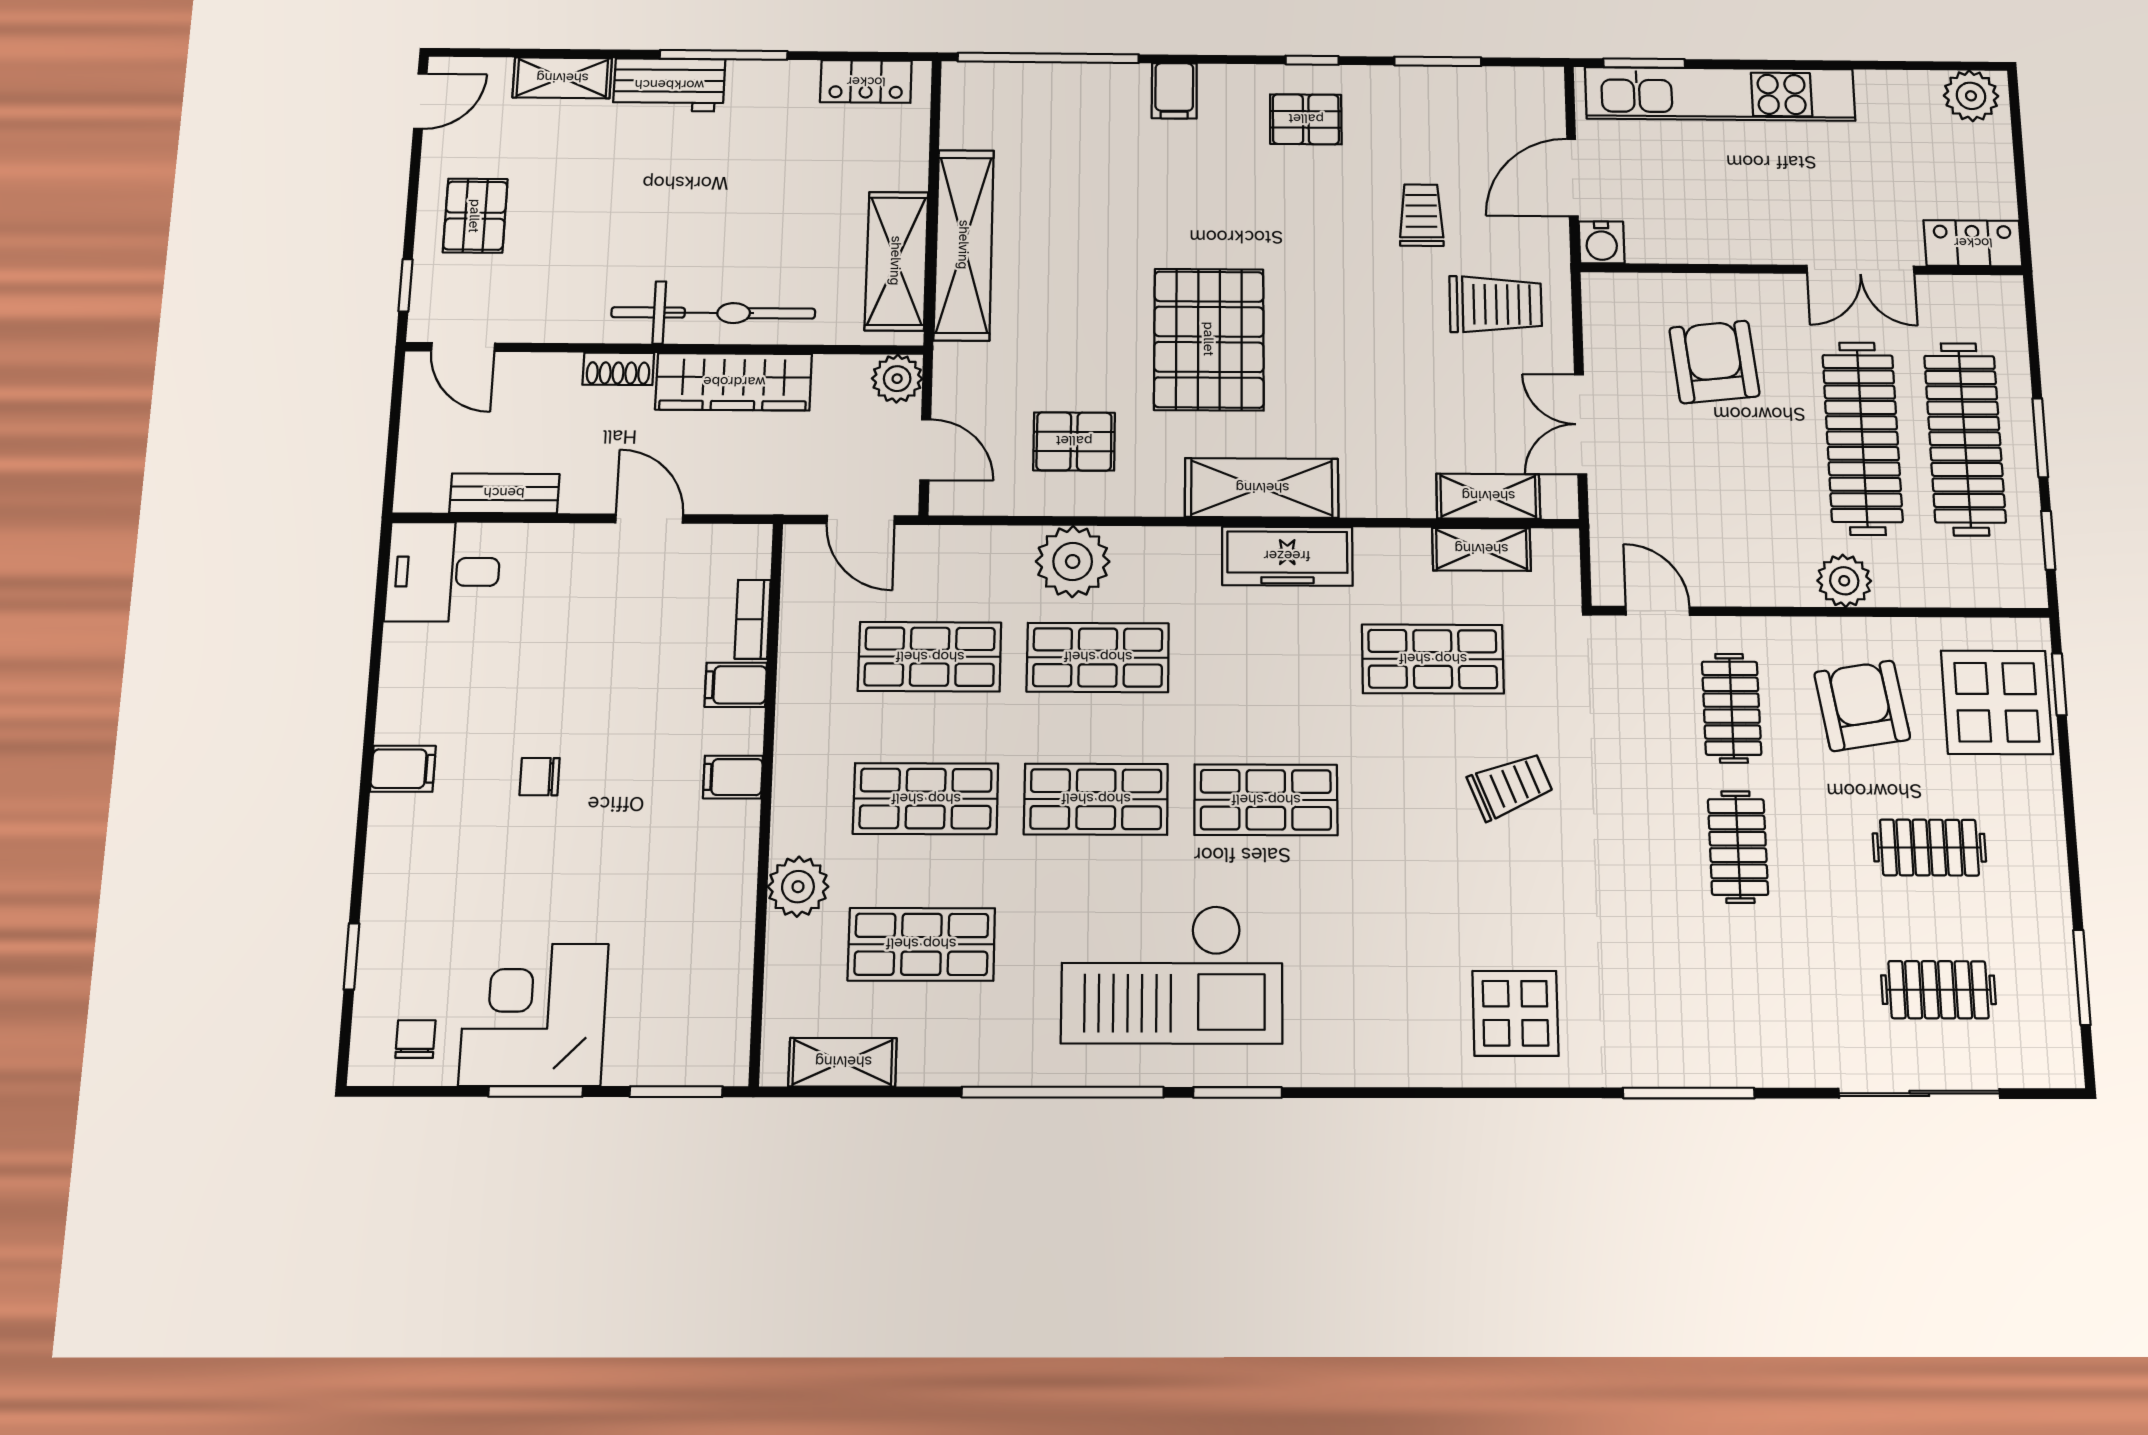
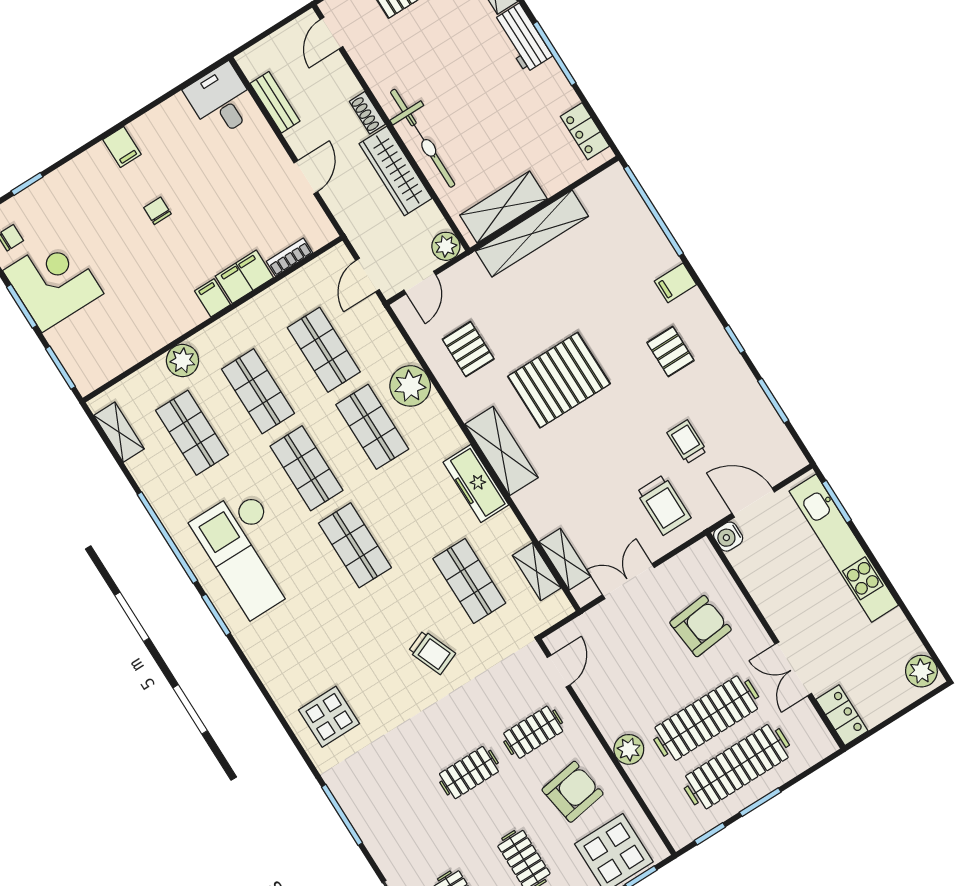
pallet: (1306, 119) -> (670, 352), moved
trolley: (1421, 215) -> (687, 442), turned -90
filing cabinet: (736, 685) -> (244, 277), width x2.00

